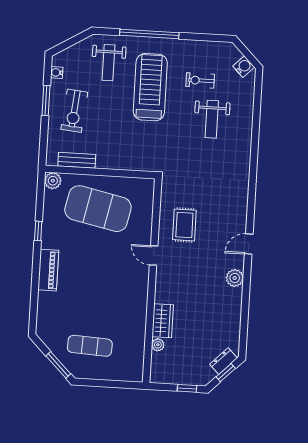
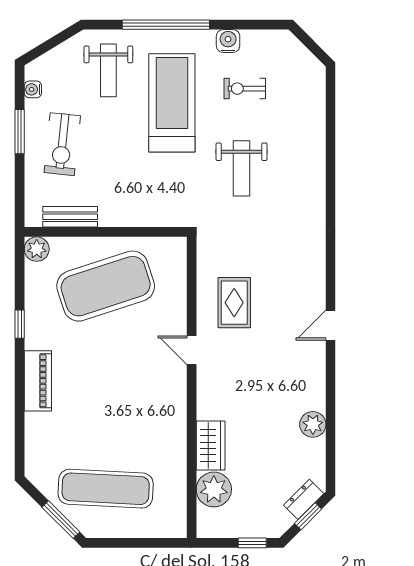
water cooler: (244, 67) -> (228, 41), moved, turned -45
weight bench: (212, 119) -> (242, 168), moved
exercise mat: (98, 209) -> (106, 286), turned -30
plant: (235, 278) -> (313, 424), moved
plant: (158, 345) -> (214, 489), width x1.87, depth x1.87
exercise mat: (90, 346) -> (106, 489), width x1.36, depth x1.45

